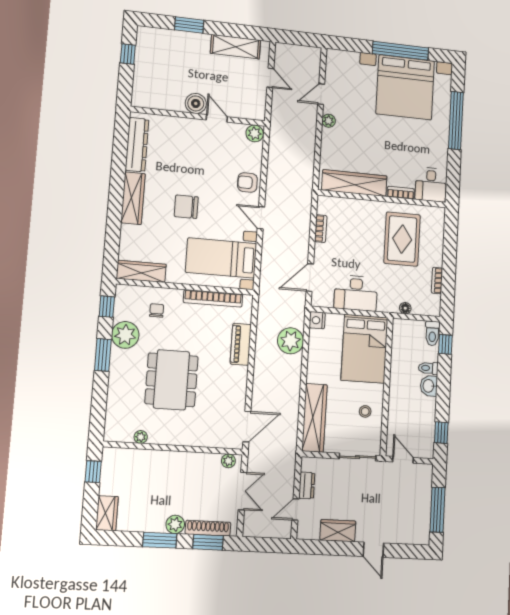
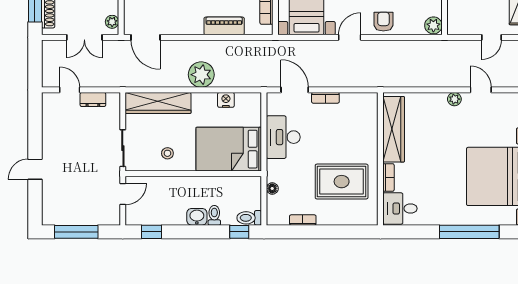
bookcase: (321, 229) -> (325, 98), moved
nightstand: (317, 320) -> (226, 100), moved
plant: (290, 341) -> (201, 75), moved
wardrobe: (338, 531) -> (51, 133), removed

